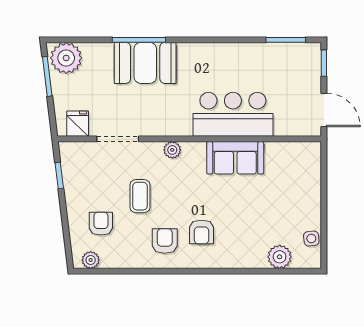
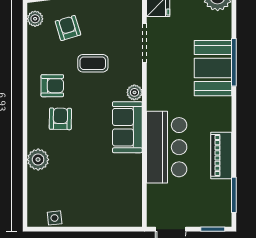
piano: (242, 54) -> (221, 155), added
sofa: (235, 158) -> (127, 127), moved
armchair: (101, 224) -> (68, 28), turned -107
armchair: (202, 232) -> (60, 119), turned 91
plant: (280, 257) -> (38, 160), moved

